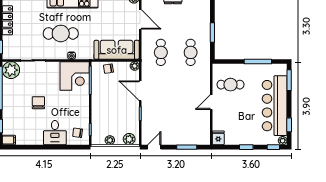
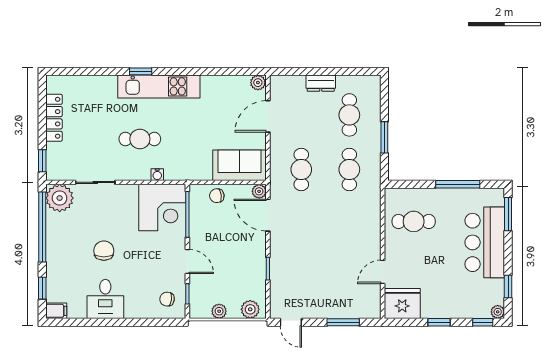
door: (140, 19) -> (268, 116), swing flipped
cafe table: (191, 19) -> (349, 115), added
cafe table: (61, 33) -> (140, 139), width x0.73, depth x0.74
sofa: (117, 50) -> (240, 165), width x0.73
door: (140, 91) -> (268, 215), moved
door: (211, 102) -> (383, 272), moved
bar counter: (275, 106) -> (485, 242), width x0.73
door: (90, 109) -> (187, 262), added
desk: (55, 133) -> (105, 299), moved
fridge: (218, 138) -> (402, 304), width x1.88, depth x1.34
door: (154, 147) -> (291, 322), swing flipped

